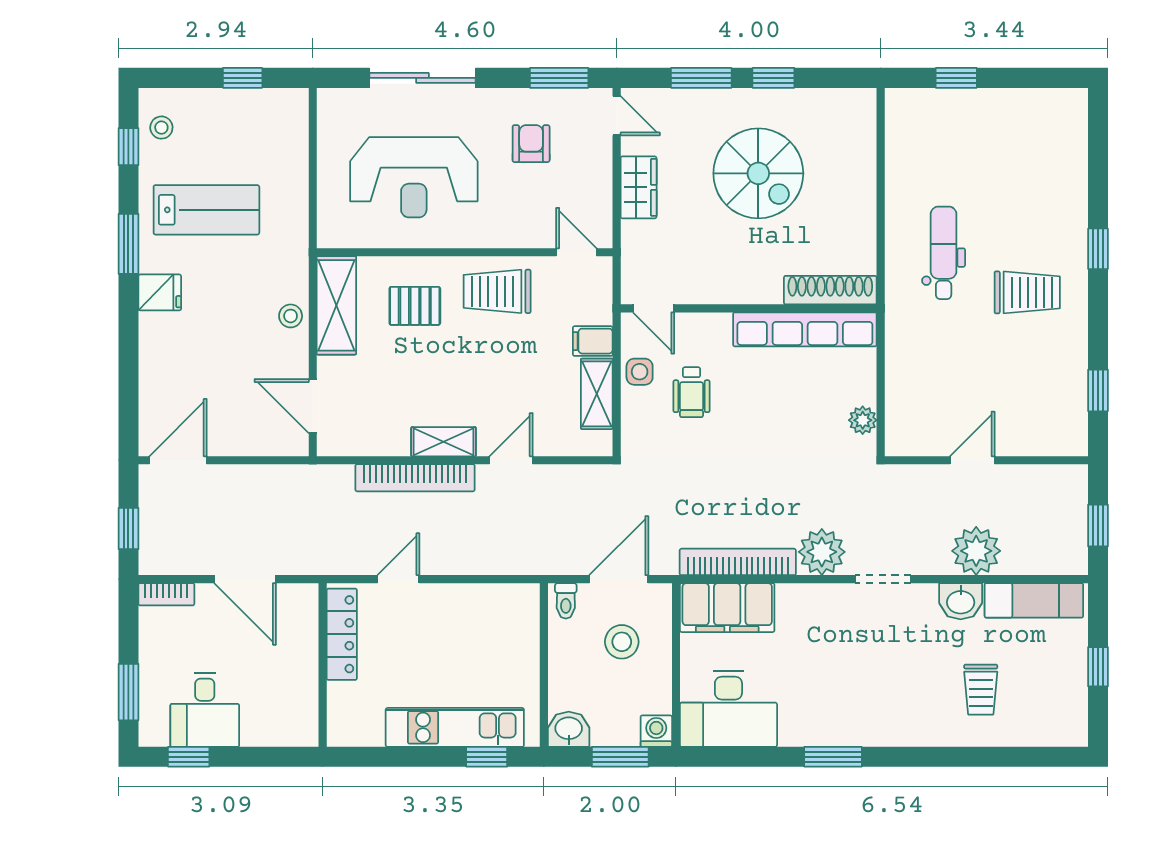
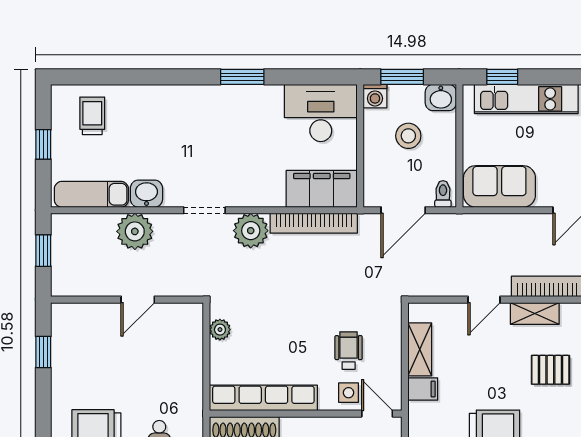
pallet: (415, 306) -> (550, 370), moved
side table: (640, 372) -> (349, 393), moved
sofa: (491, 611) -> (499, 186), added
stool: (622, 642) -> (408, 136), moved
trolley: (981, 690) -> (92, 116), moved

